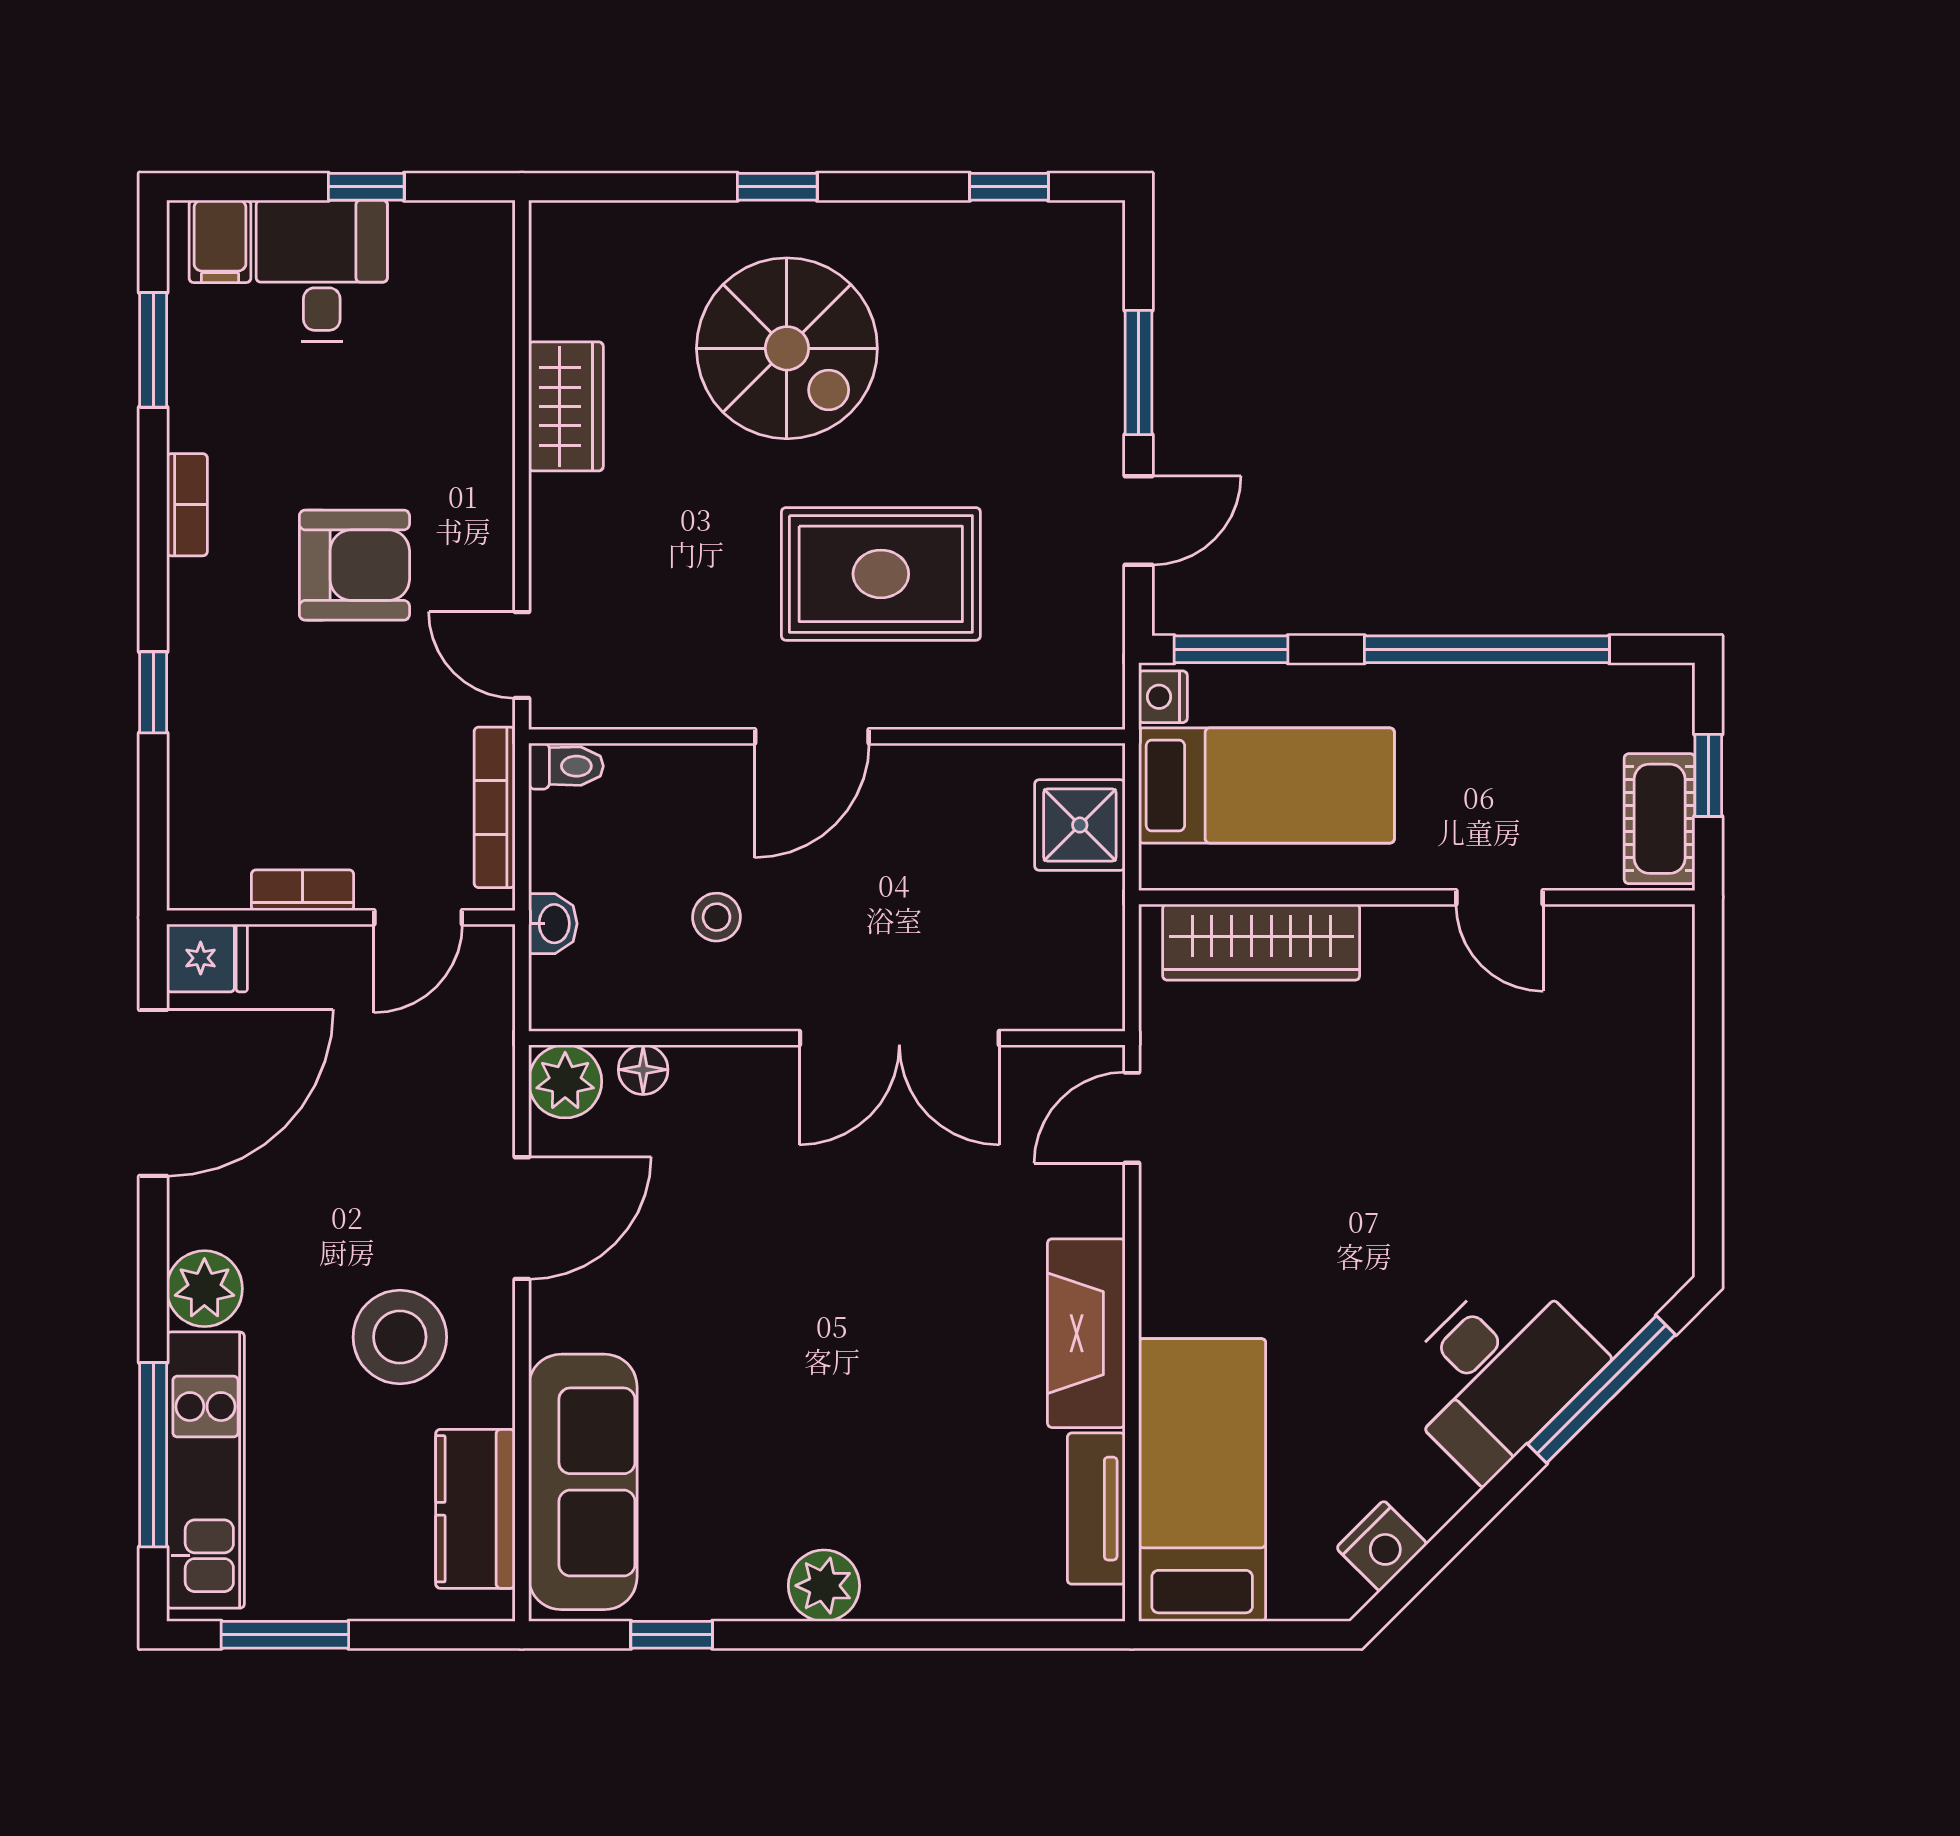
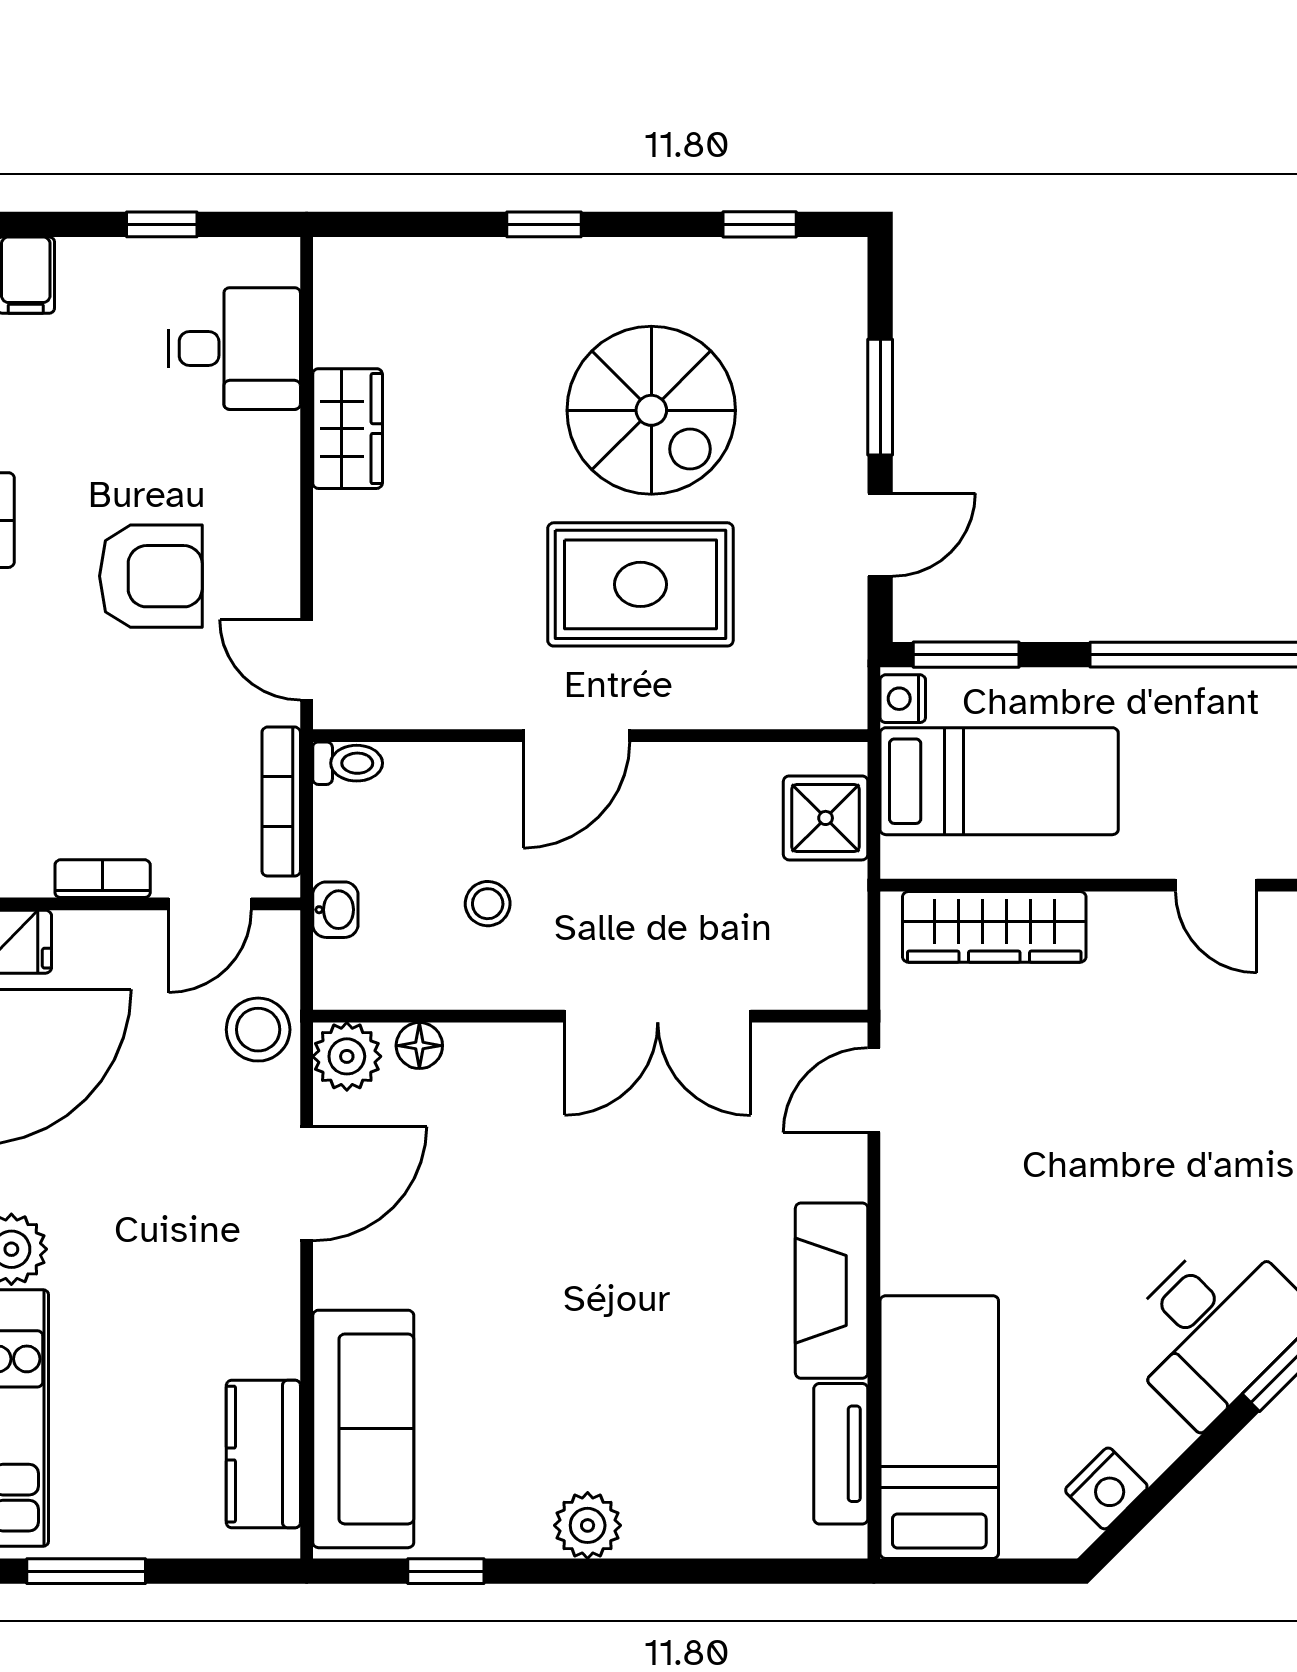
desk: (322, 271) -> (235, 349), moved, turned 90
spiral stairs: (787, 348) -> (651, 410), moved
stool: (400, 1337) -> (258, 1030), moved, width x0.73, depth x0.73

